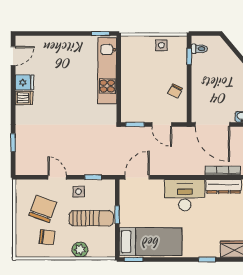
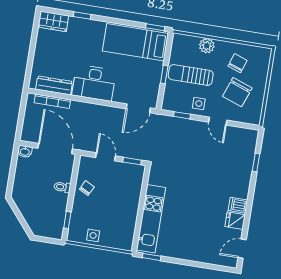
toilet: (199, 49) -> (62, 187), moved
chair: (47, 237) -> (237, 63), turned 103

